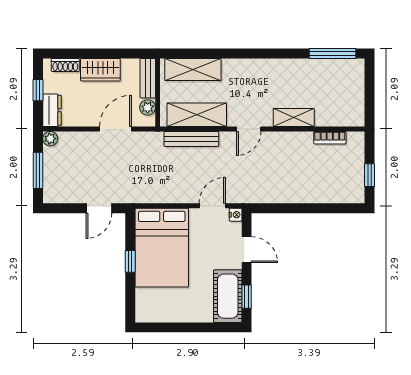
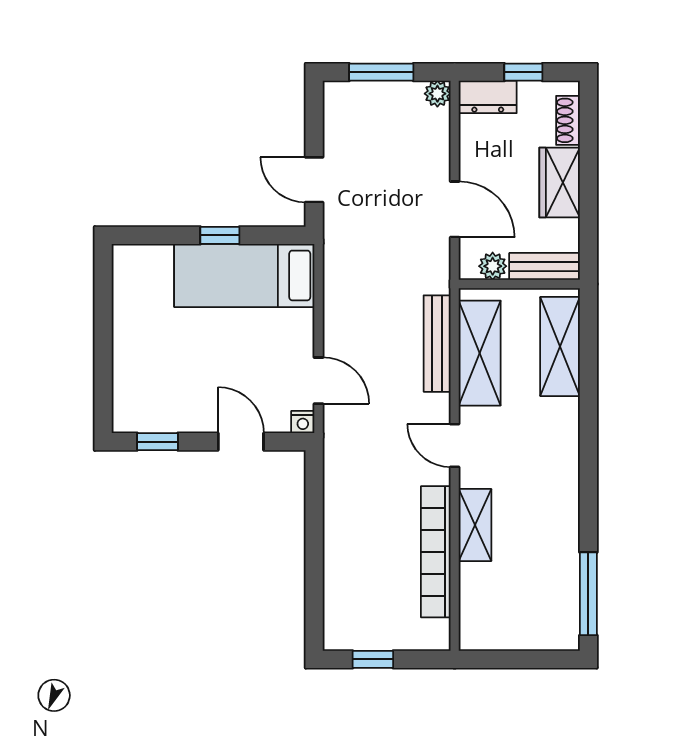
bookcase: (330, 138) -> (436, 552), width x2.31, depth x1.31
bed: (162, 248) -> (244, 275), width x0.67
door: (247, 250) -> (241, 442), swing flipped
cot: (228, 296) -> (159, 408), removed

